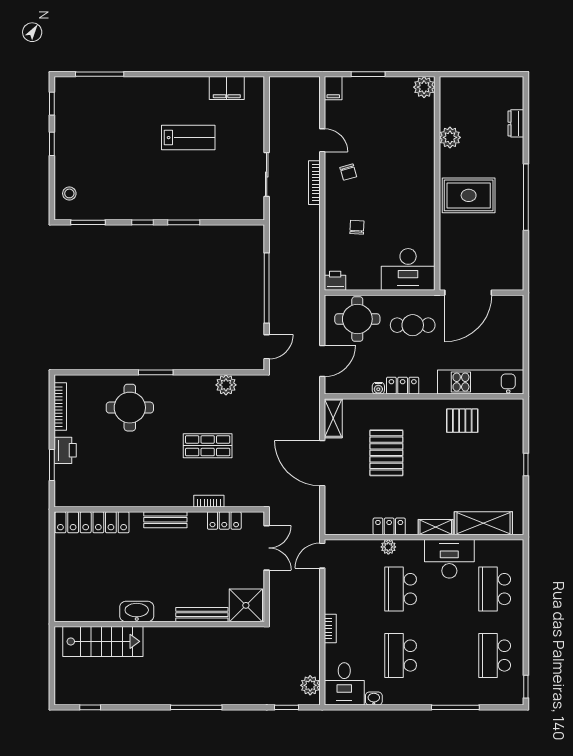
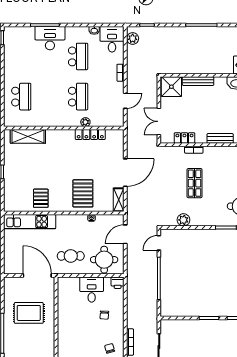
rug: (469, 195) -> (29, 313), moved
desk: (408, 269) -> (92, 290), moved, width x0.73
door: (468, 293) -> (37, 276), hinge flipped
locker: (403, 386) -> (77, 219), removed
pallet: (462, 421) -> (41, 198), turned 90
shop shelf: (208, 446) -> (195, 183), turned 90
pallet: (386, 453) -> (83, 193), moved
door: (322, 463) -> (125, 173), hinge flipped
locker: (389, 526) -> (90, 134), width x1.53
shelving: (436, 527) -> (57, 134), removed
door: (322, 556) -> (125, 101), moved
desk: (449, 559) -> (50, 38), moved, turned 180
school desk: (495, 656) -> (21, 56), removed

